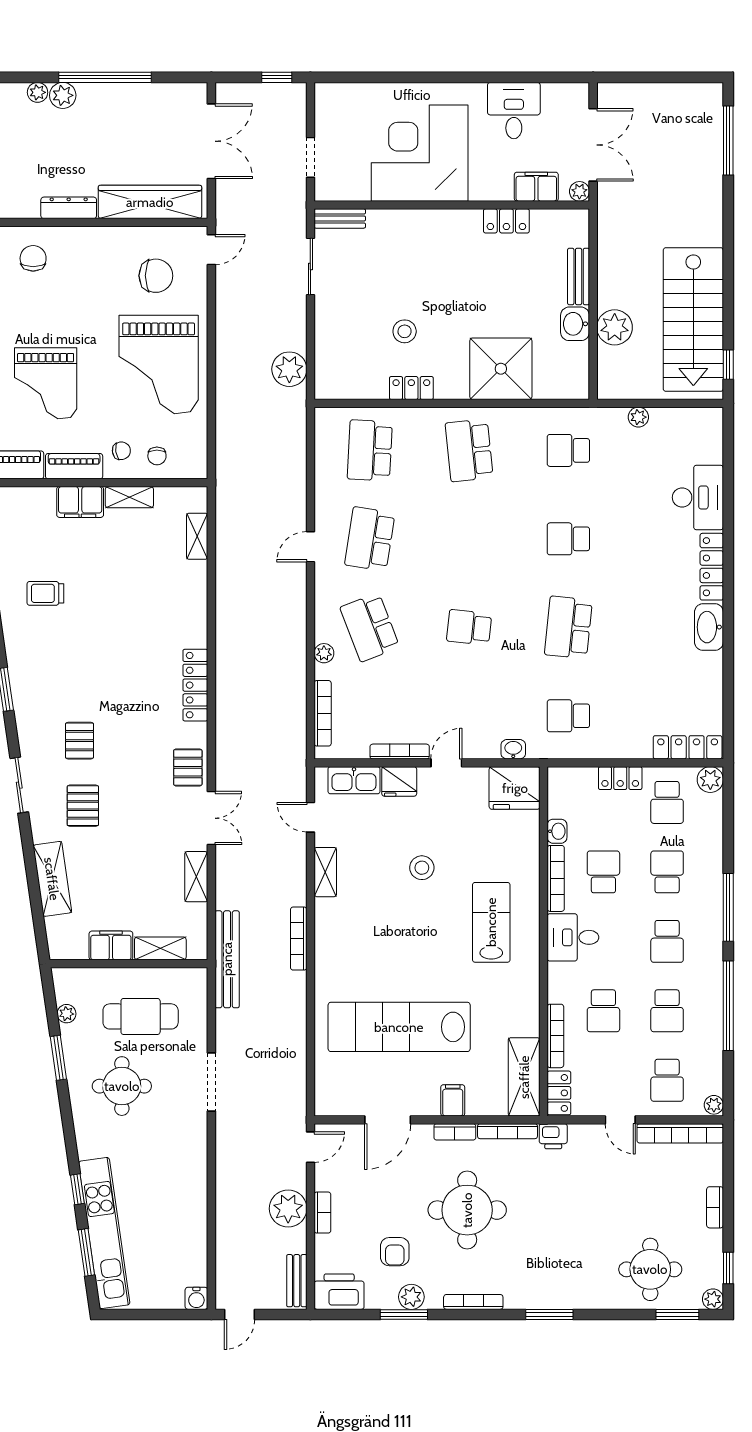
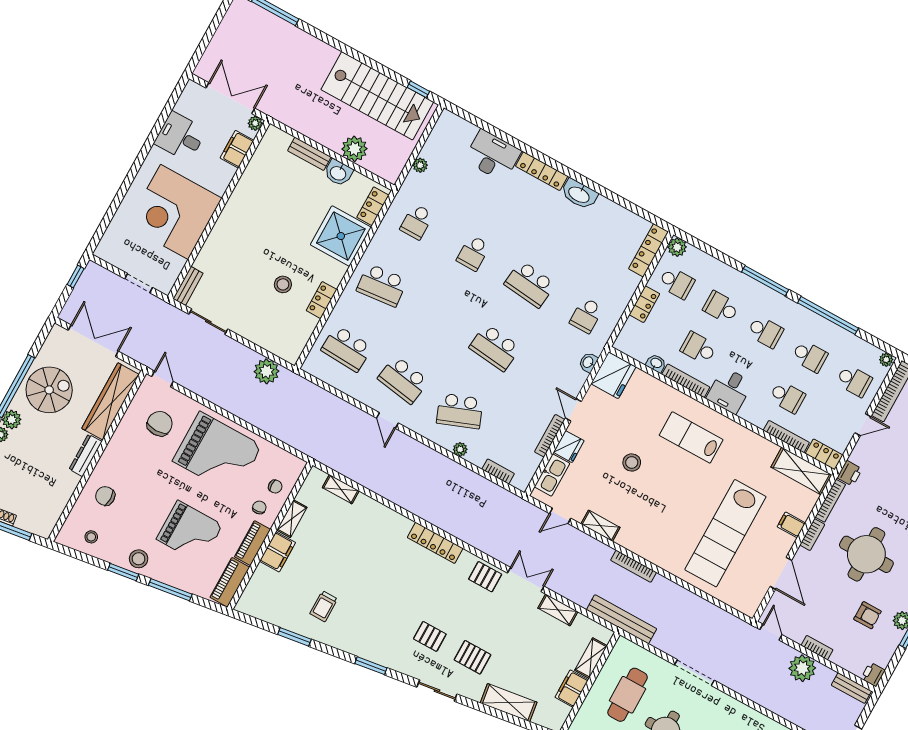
spiral stairs: (123, 121) -> (49, 390), added
locker: (506, 221) -> (373, 206), moved, turned 180
school desk: (469, 627) -> (495, 348), width x1.85
bookcase: (323, 713) -> (498, 471), width x0.64
printer: (339, 1292) -> (873, 674), width x0.53, depth x0.68

